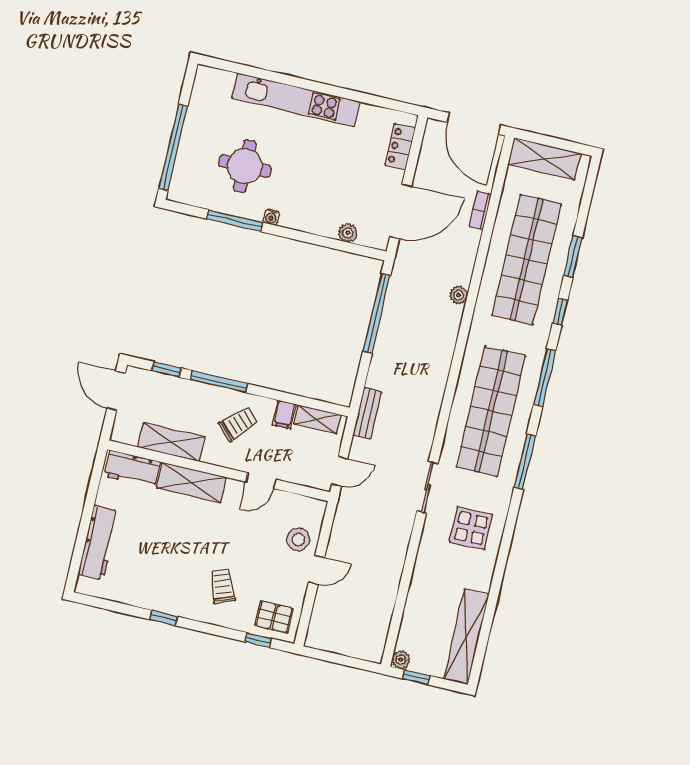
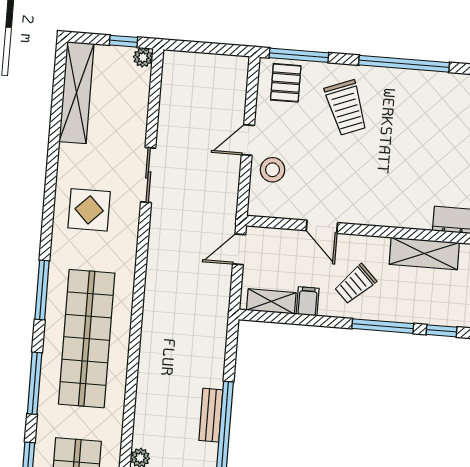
bench: (367, 413) -> (211, 415), moved
door: (261, 481) -> (322, 227), swing flipped
shelving: (192, 483) -> (396, 213), removed
sliding door: (427, 487) -> (148, 175), moved
trolley: (222, 586) -> (346, 108), width x1.36, depth x1.39
pallet: (274, 617) -> (286, 83), turned 90
window: (164, 618) -> (404, 64), width x3.17
window: (258, 640) -> (299, 55), width x2.17

